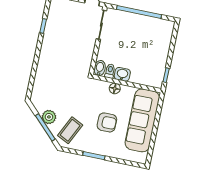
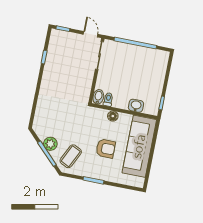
washbasin: (122, 74) -> (136, 106), moved

